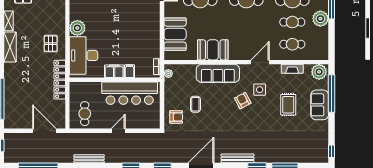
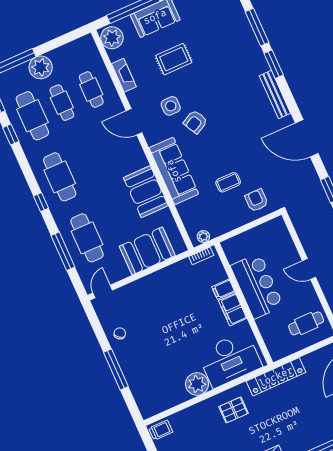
bar counter: (130, 93) -> (257, 286), width x0.73

